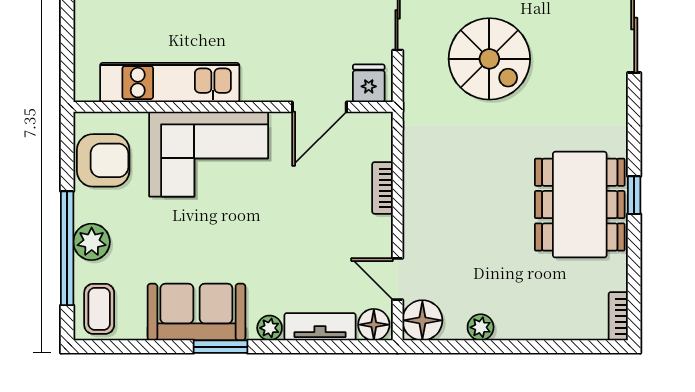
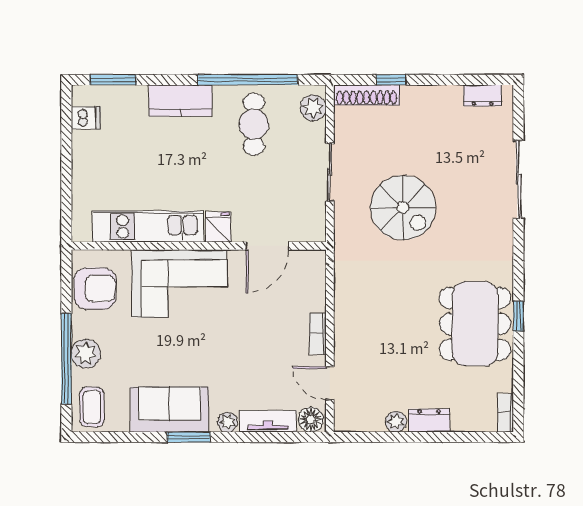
fridge: (369, 83) -> (218, 227), moved
bookcase: (383, 188) -> (318, 334), moved
floor lamp: (422, 320) -> (350, 416), removed
dresser: (522, 326) -> (429, 420), added

